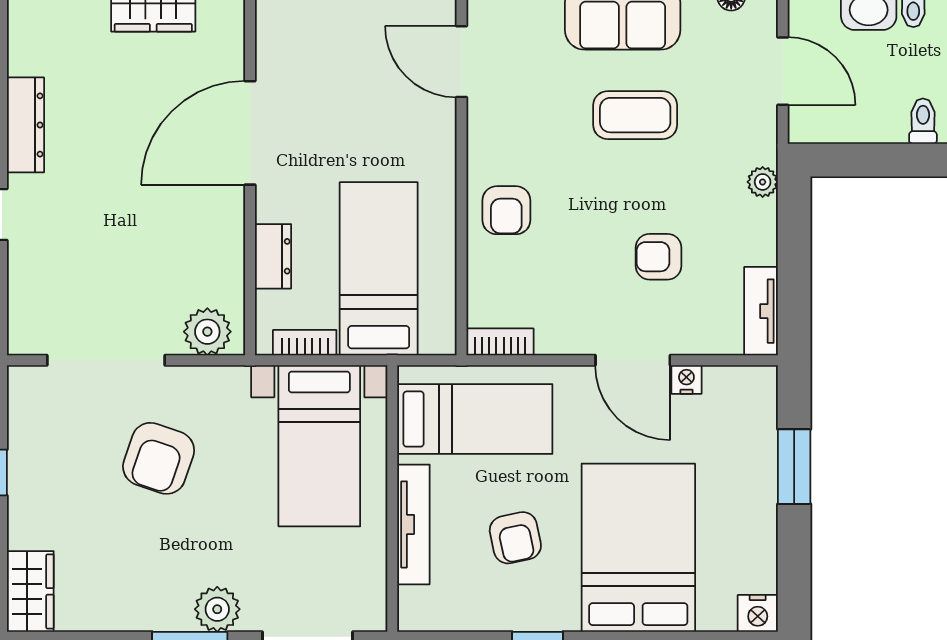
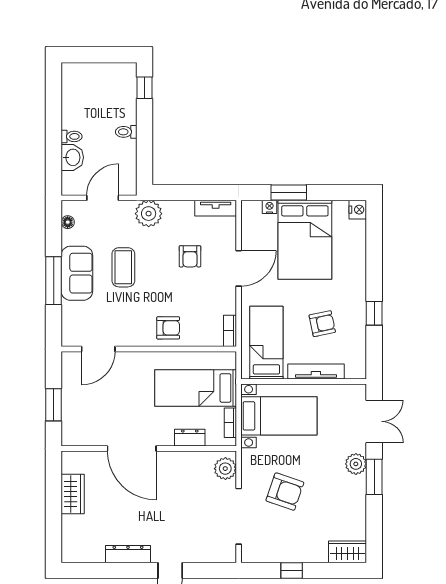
plant: (763, 182) -> (149, 214), width x1.87, depth x1.87
nightstand: (686, 379) -> (269, 207), moved, turned 90
bed: (638, 548) -> (305, 240), moved, turned -90

